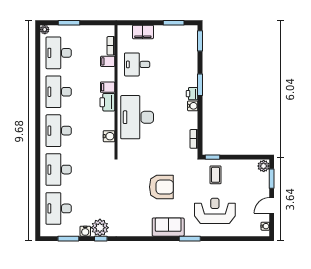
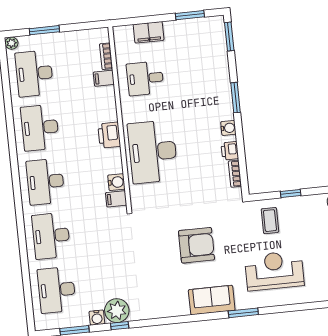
filing cabinet: (108, 87) -> (116, 199), moved
printer: (192, 94) -> (230, 151), moved
window: (212, 157) -> (291, 193), moved

